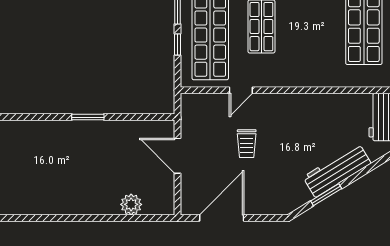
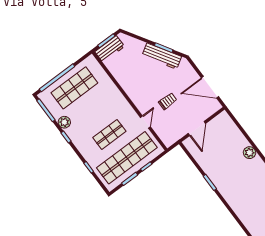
door: (241, 90) -> (145, 122), hinge flipped
workbench: (337, 170) -> (162, 56), moved
plant: (131, 204) -> (250, 153), moved

